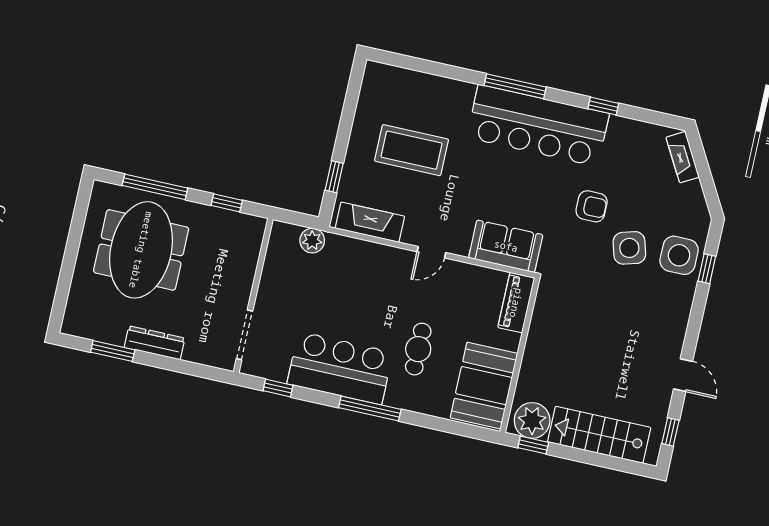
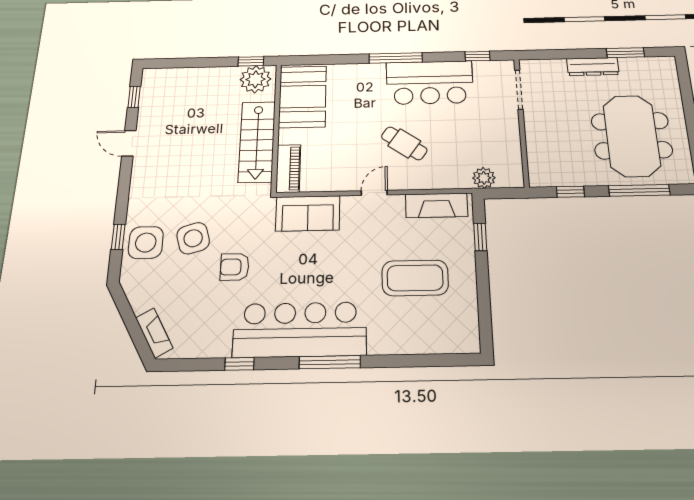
cafe table: (418, 349) -> (404, 143), moved, turned -55
stairs: (599, 435) -> (257, 142), moved, turned 90

